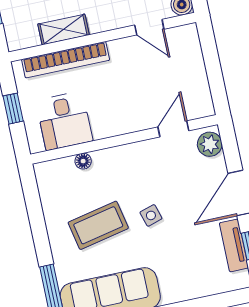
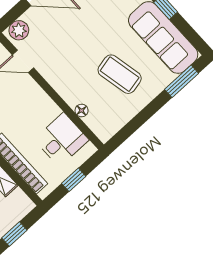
side table: (151, 215) -> (92, 42), removed

